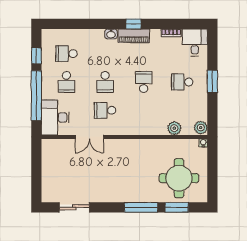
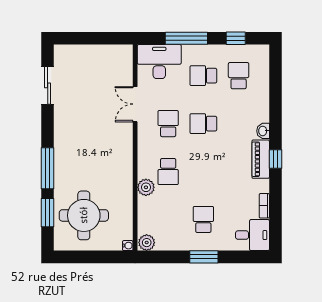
school desk: (144, 82) -> (168, 172), moved, turned 90
window: (36, 96) -> (186, 38), width x0.68
plant: (174, 128) -> (146, 187), moved

